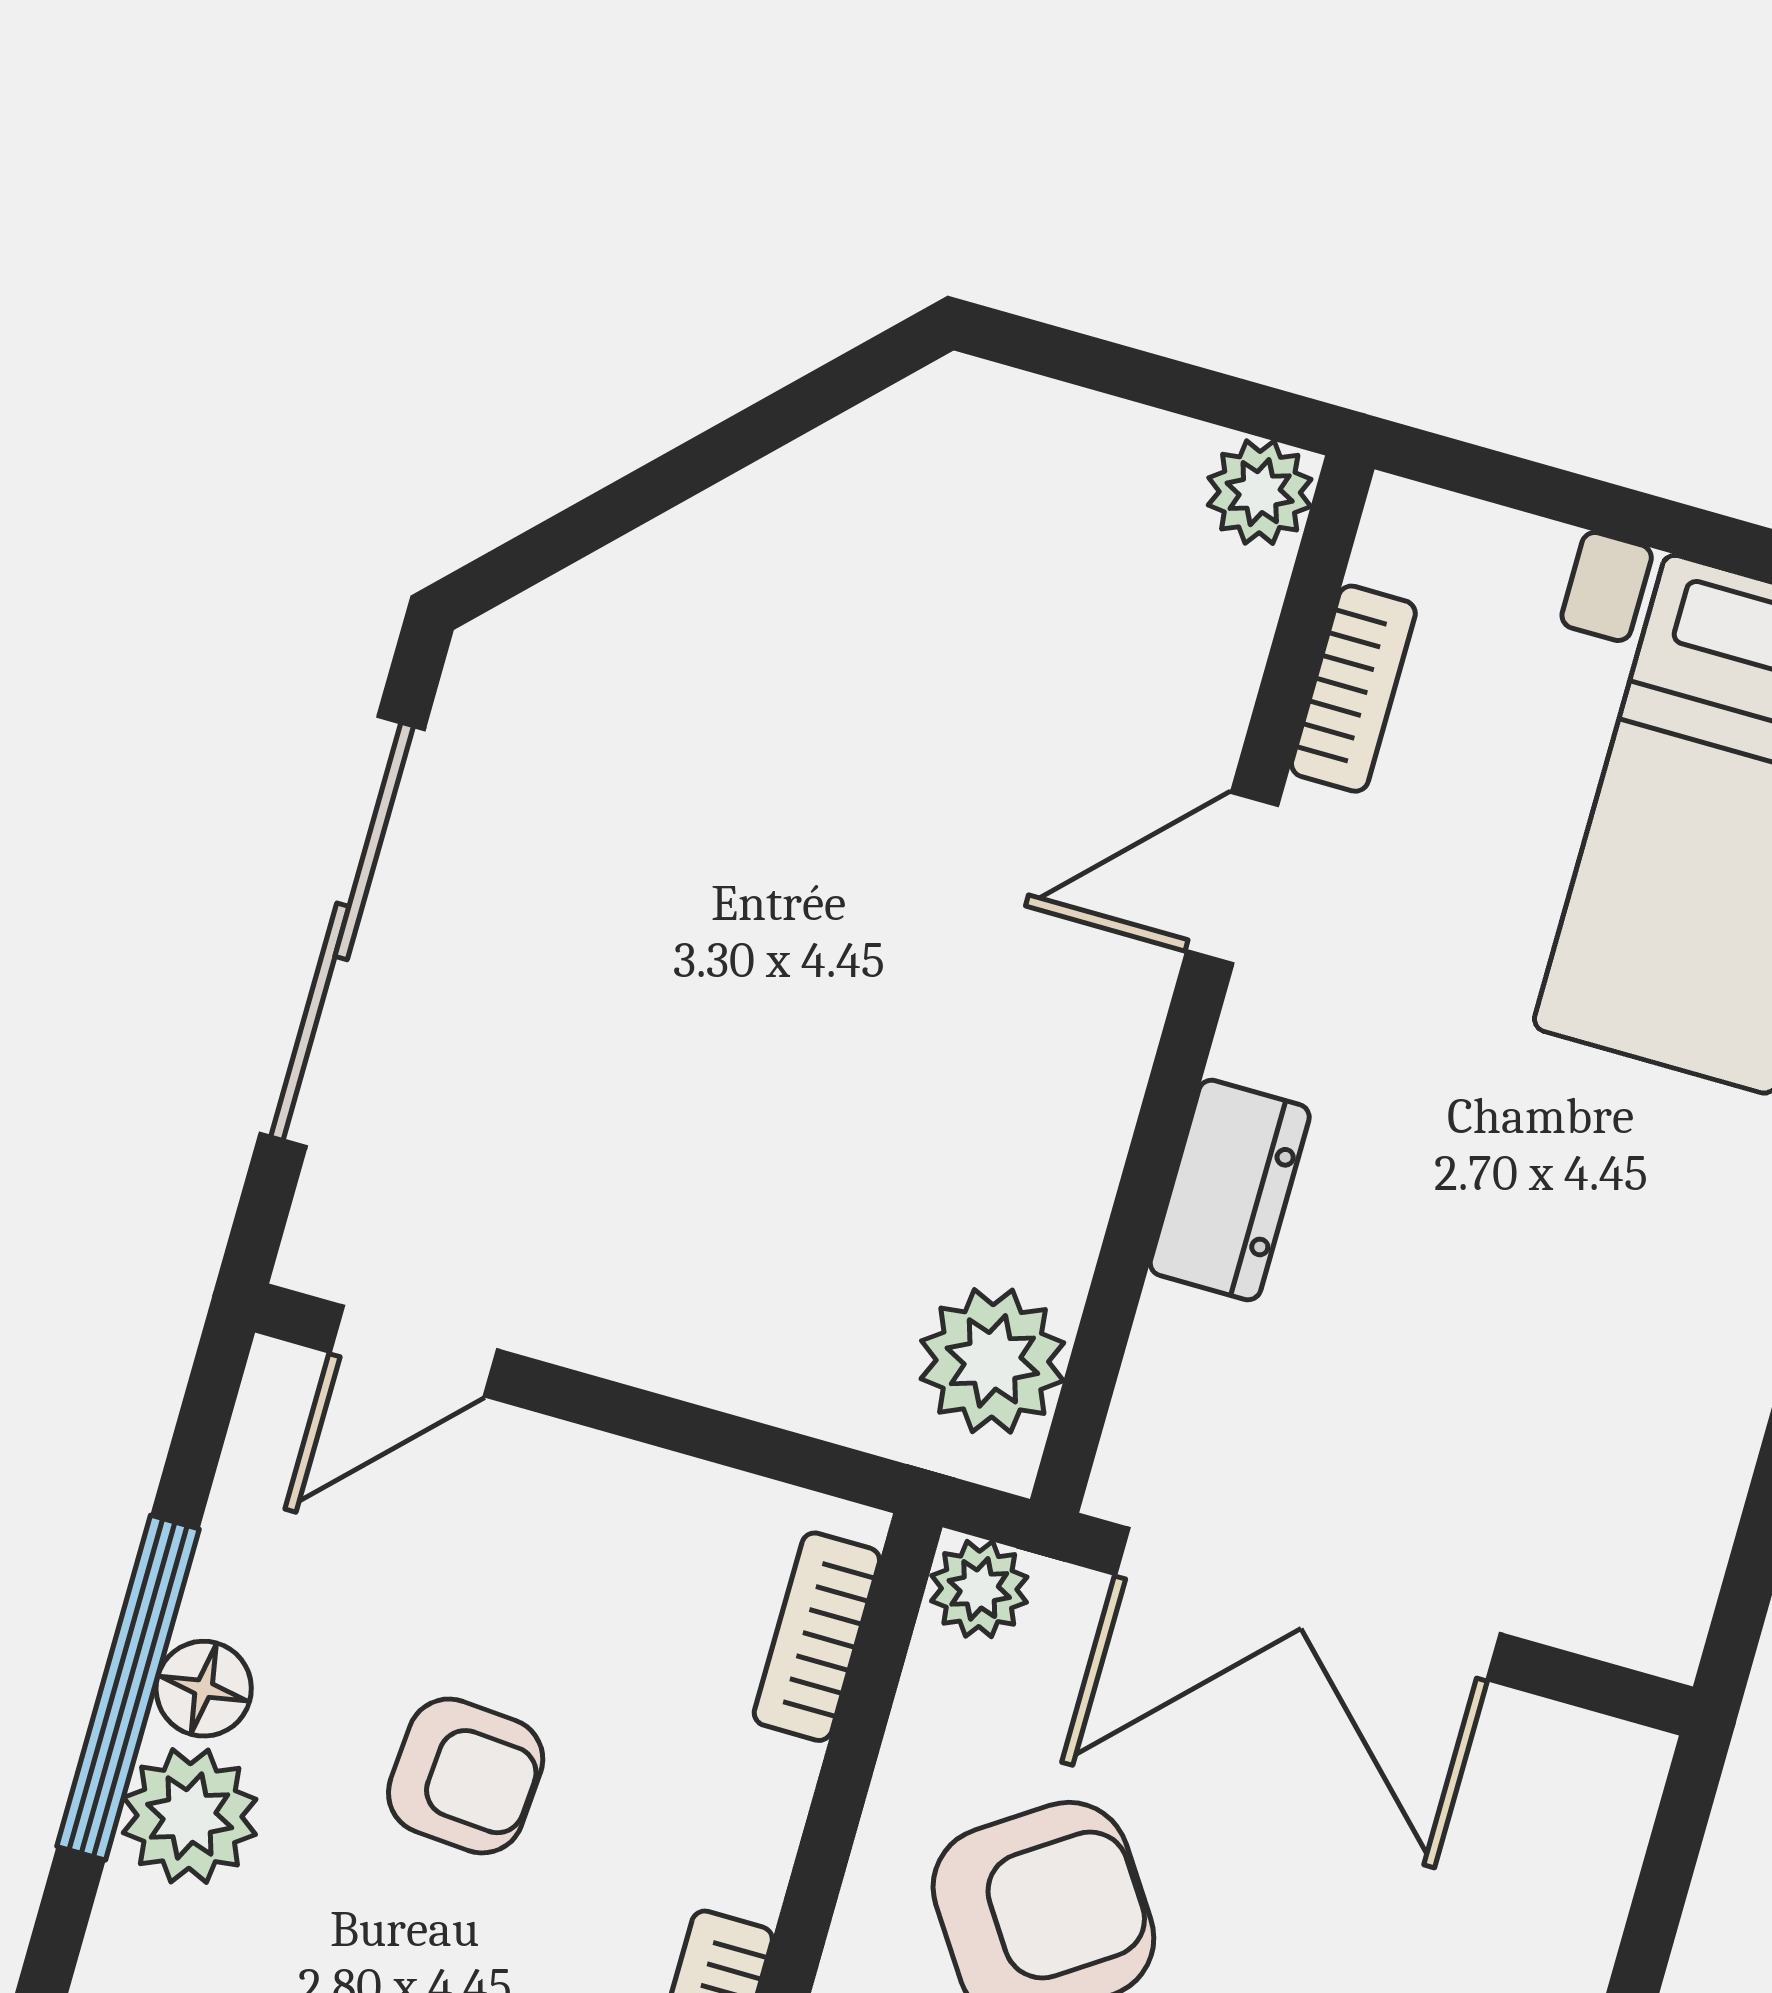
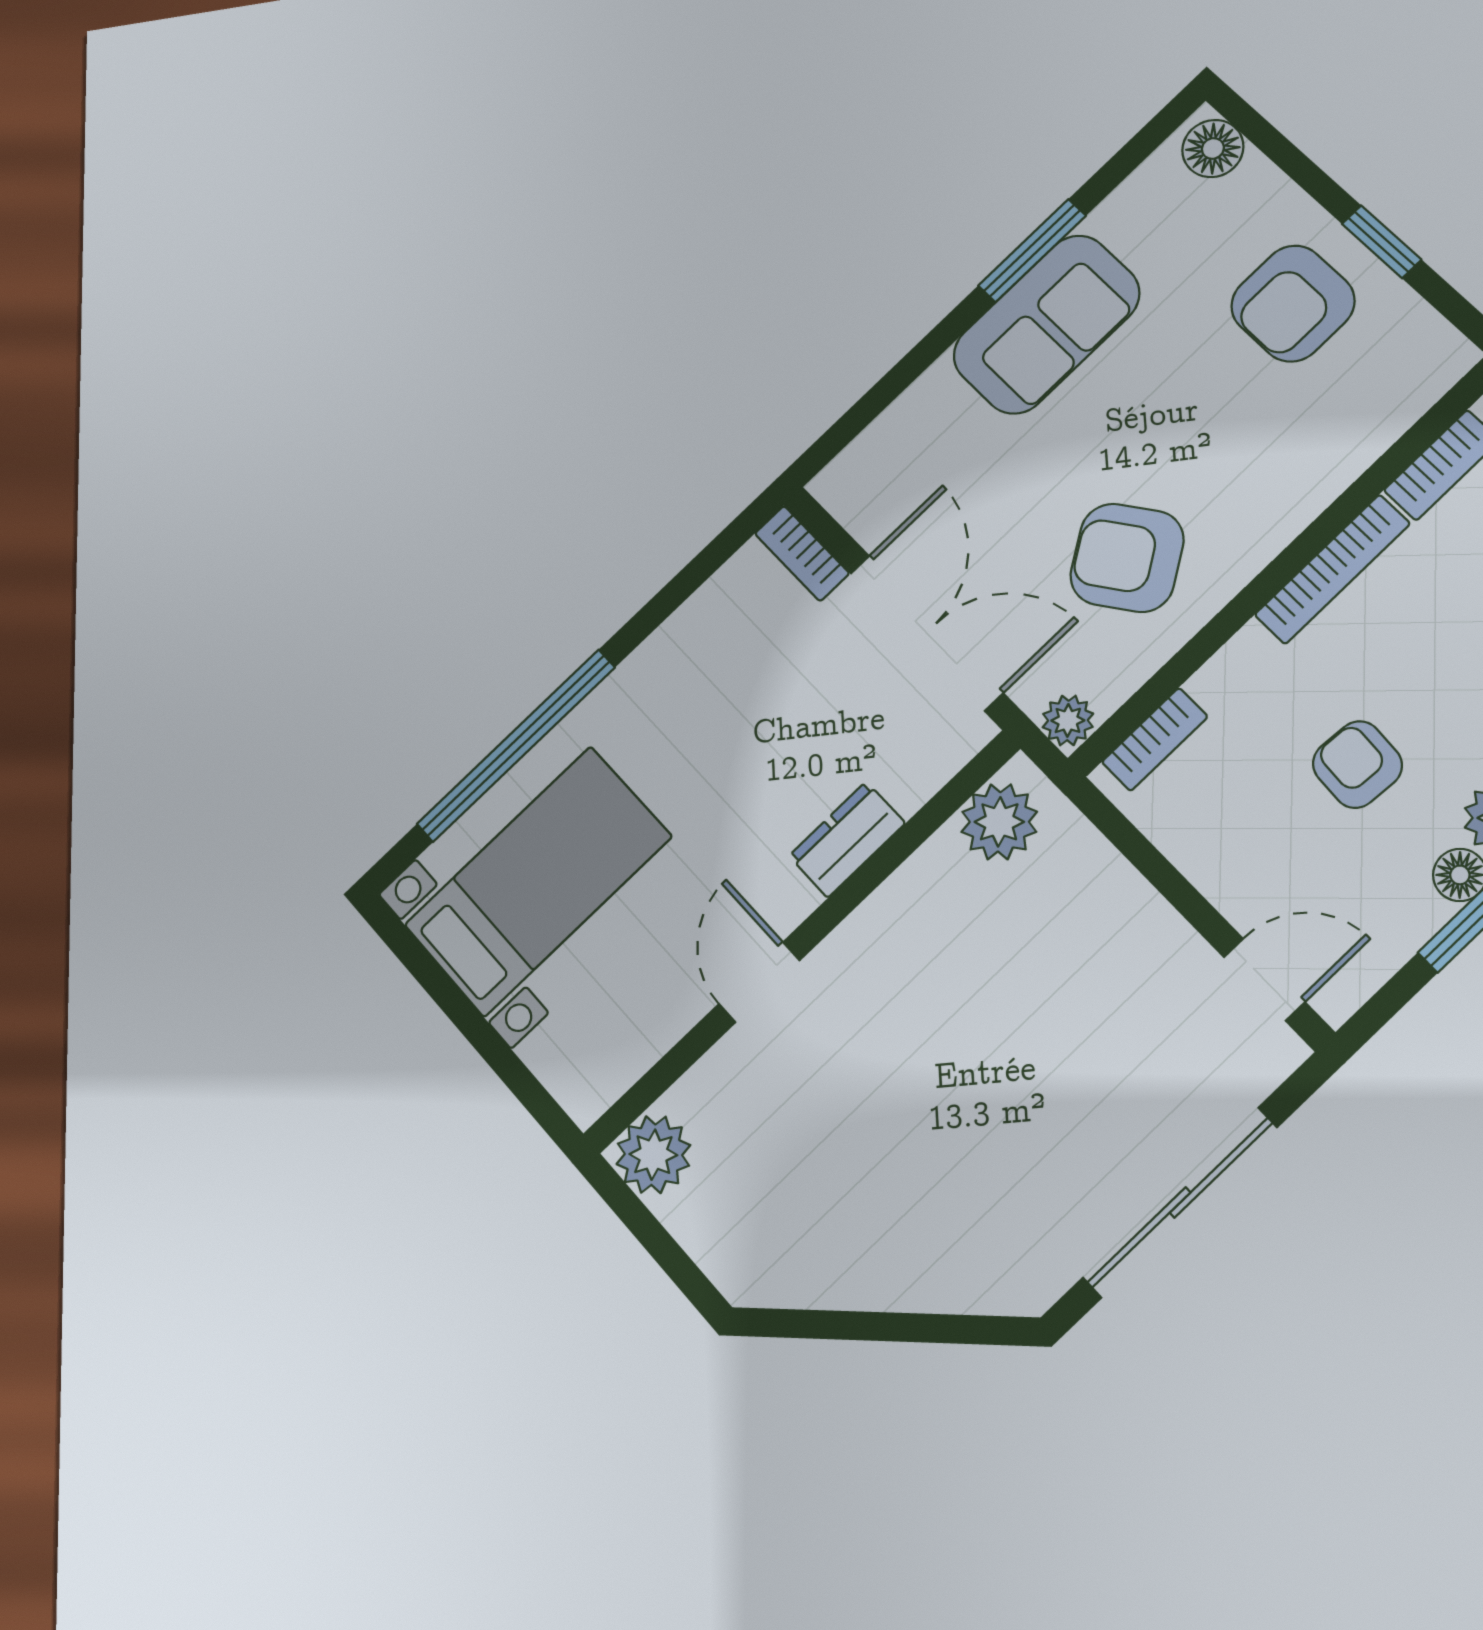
plant: (1260, 492) -> (653, 1155), width x1.38, depth x1.38
bookcase: (1353, 689) -> (802, 553), moved, turned -90
door: (1232, 878) -> (759, 982), swing flipped

